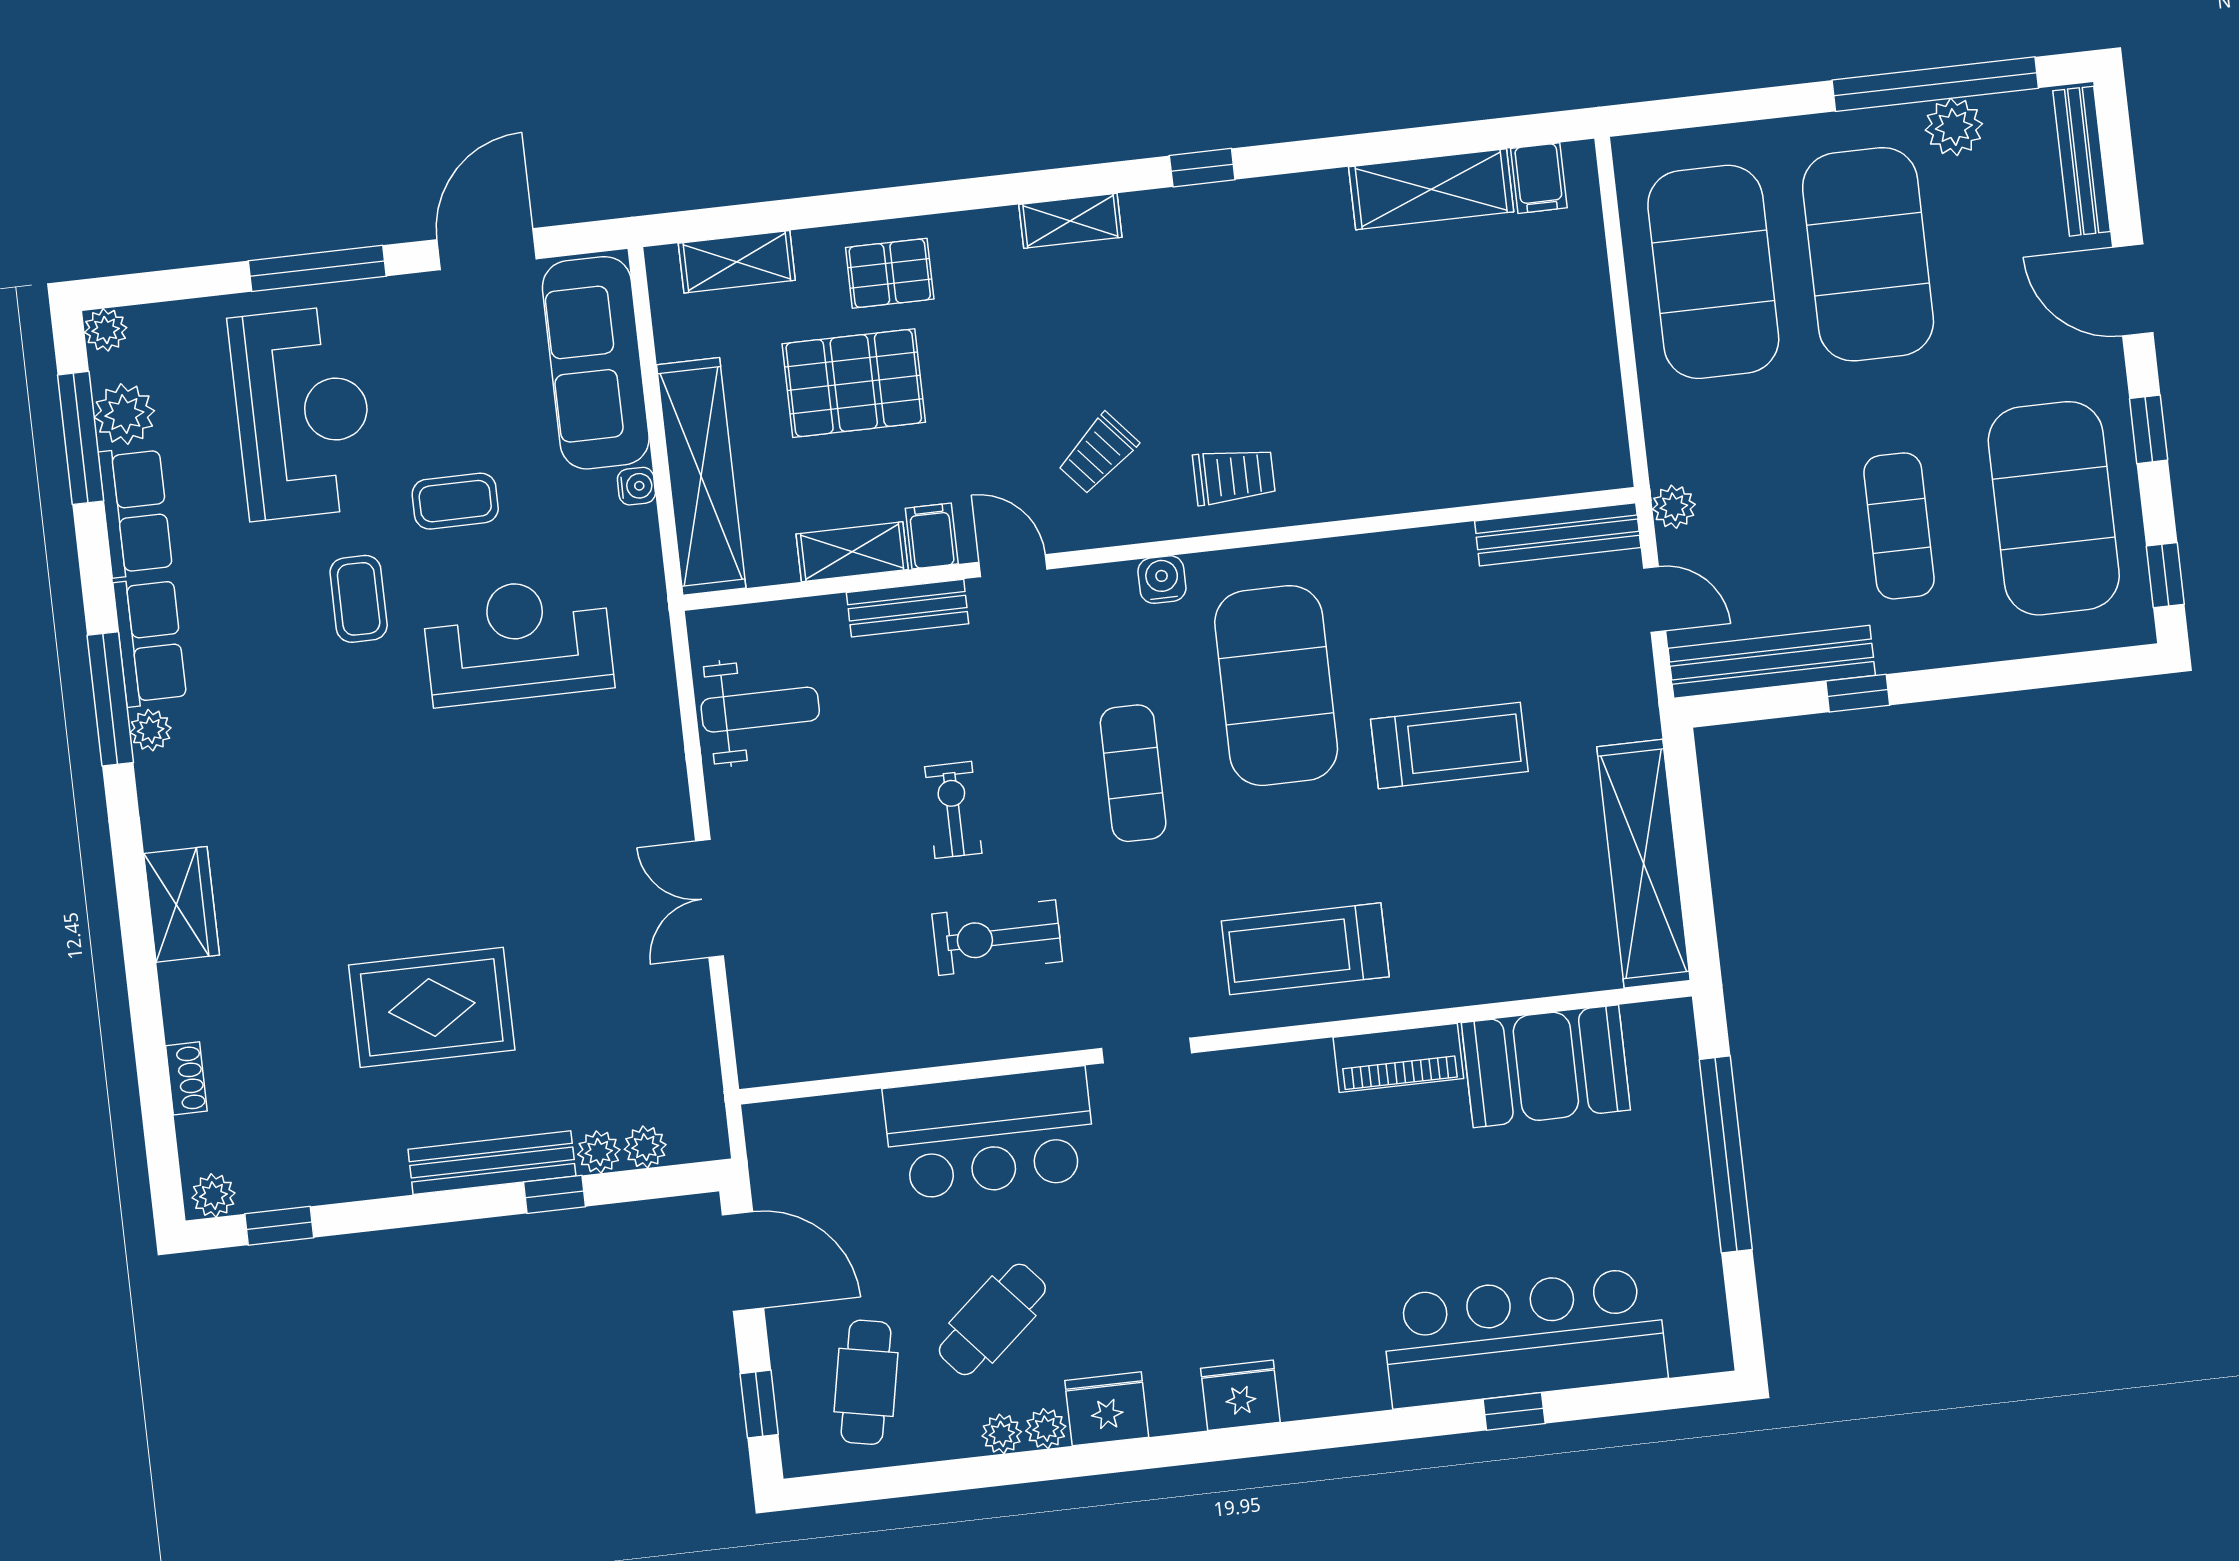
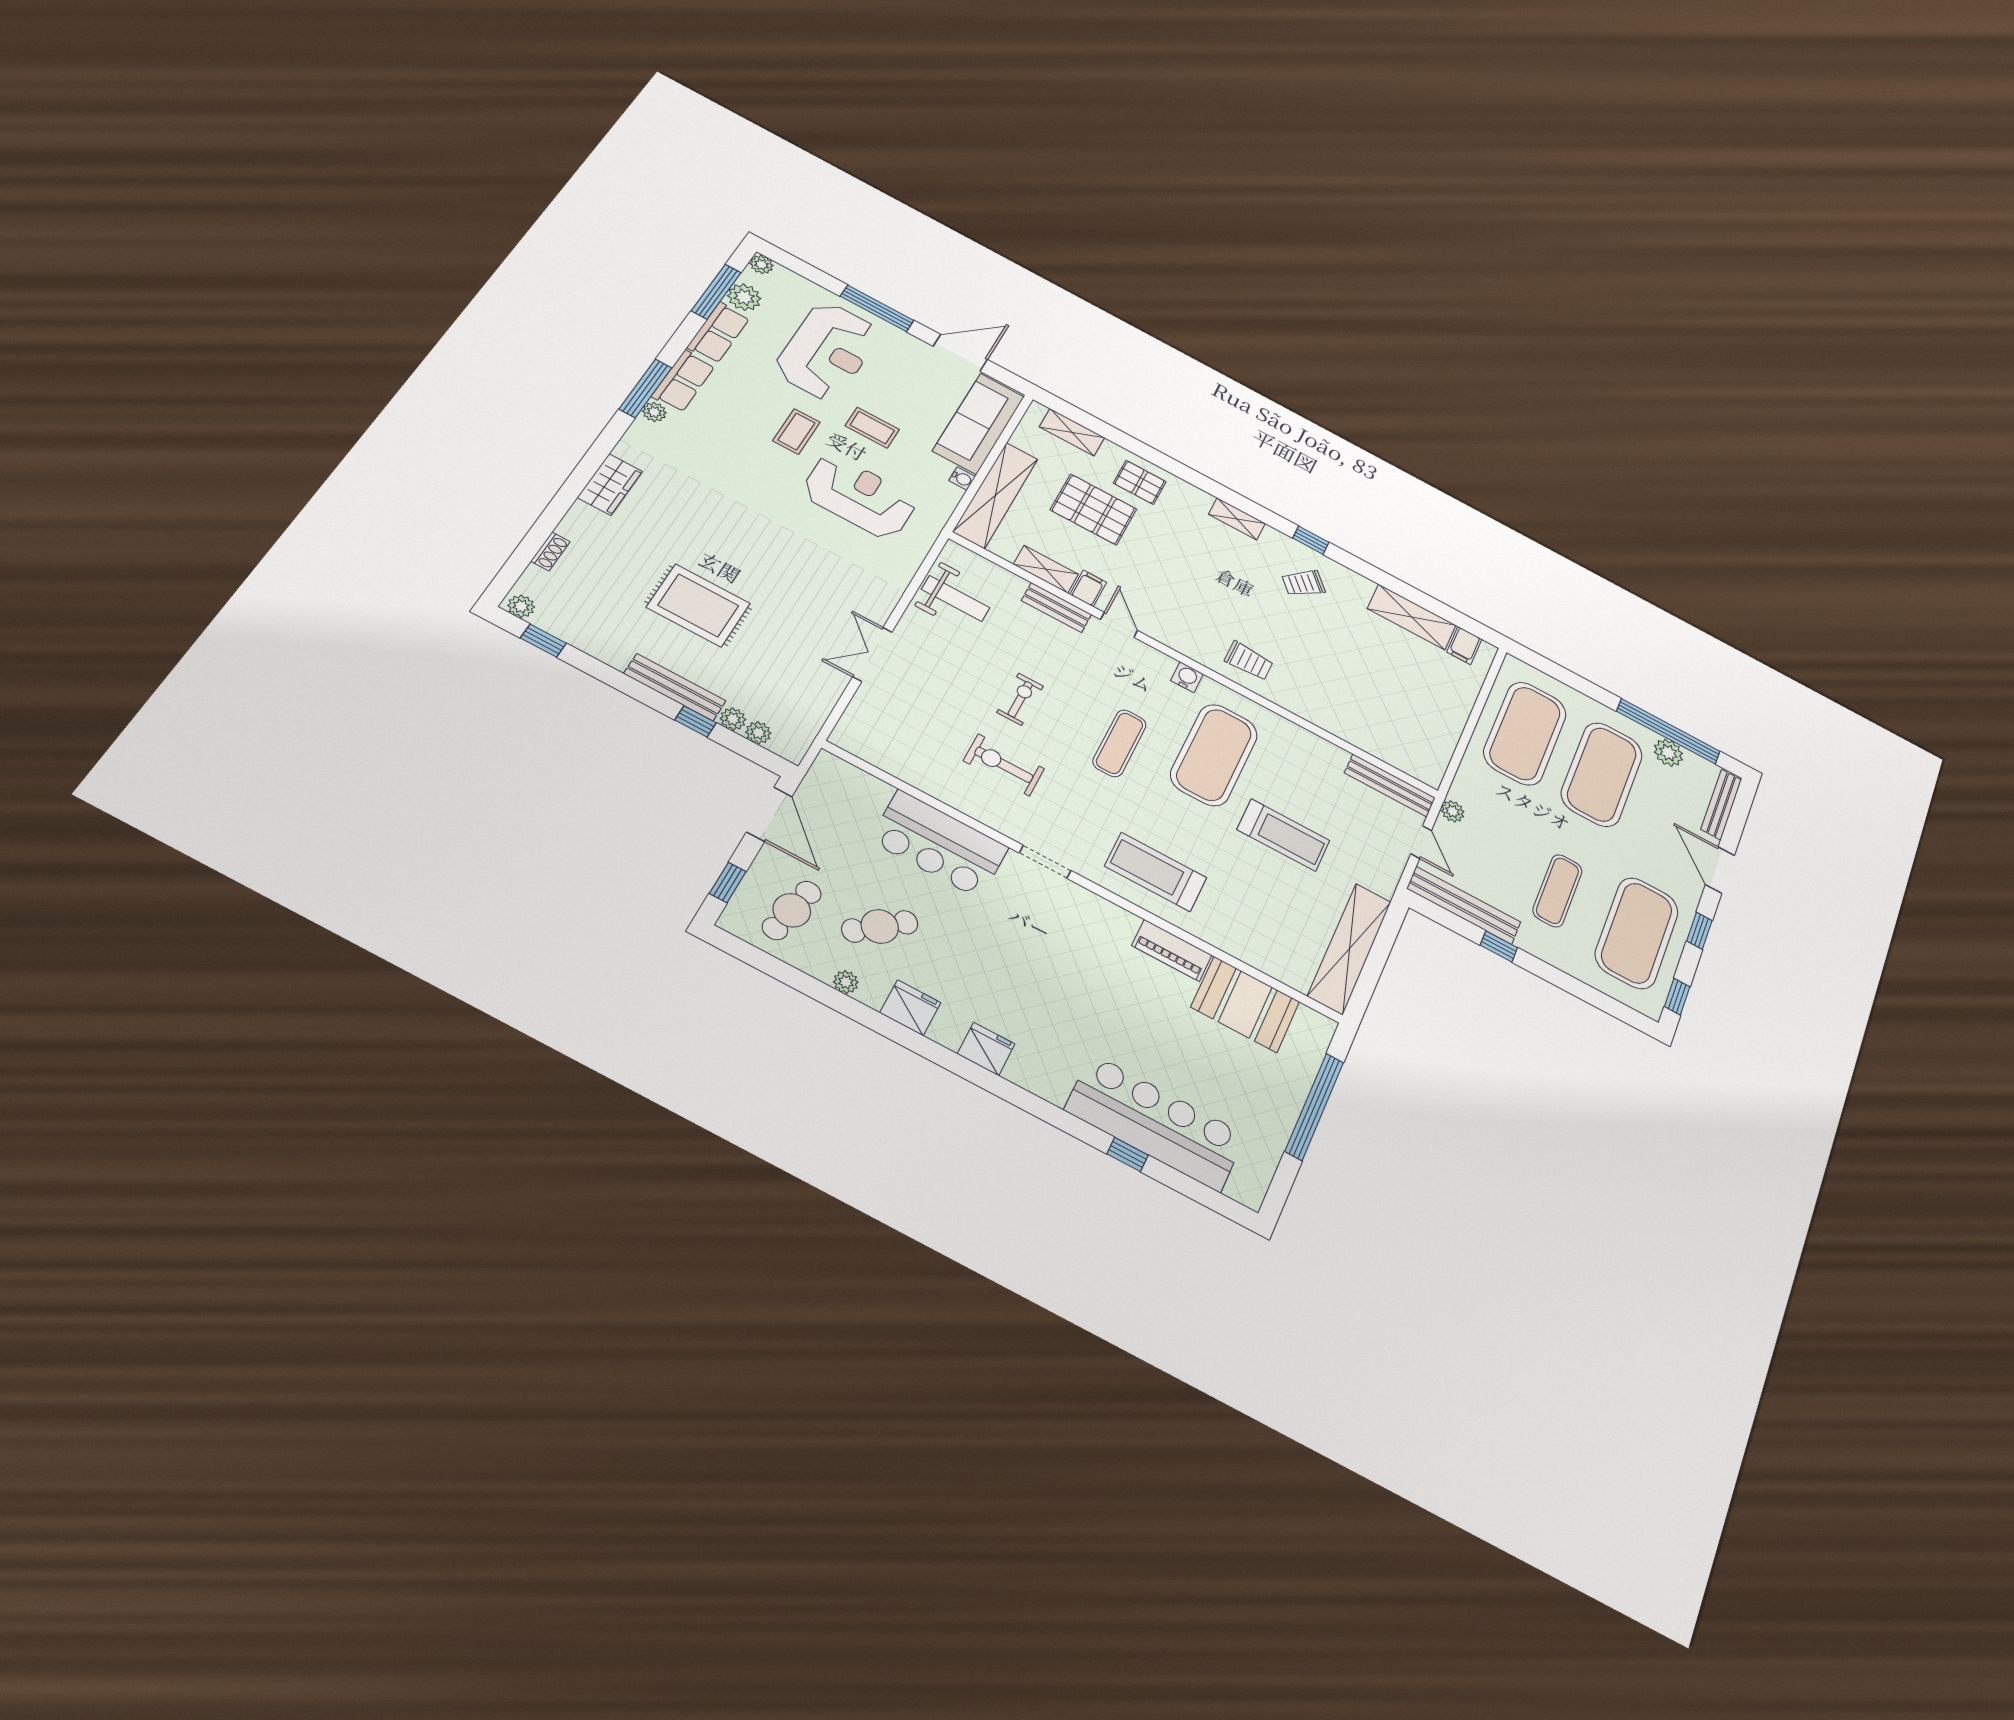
trolley: (1098, 454) -> (1303, 583), moved
plant: (1046, 1429) -> (871, 995), removed

